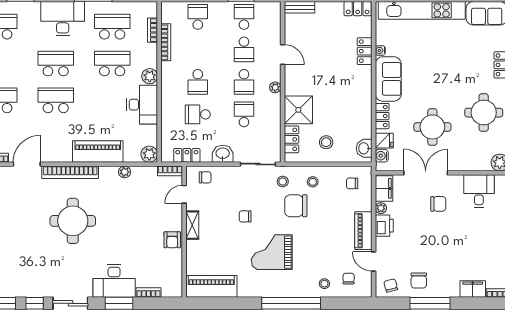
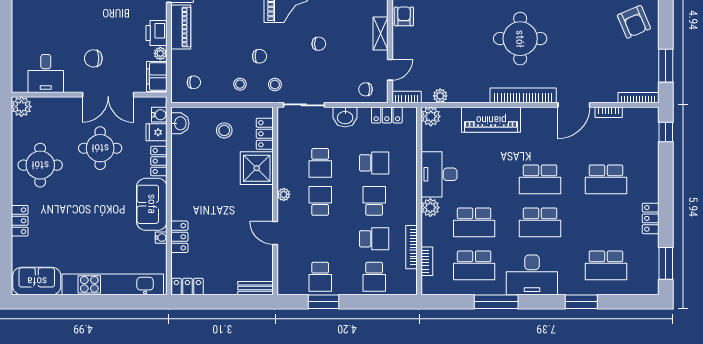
school desk: (244, 49) -> (374, 239), moved, turned 90
plant: (125, 172) -> (440, 96), moved
chair: (296, 206) -> (260, 56), width x0.54, depth x0.54

